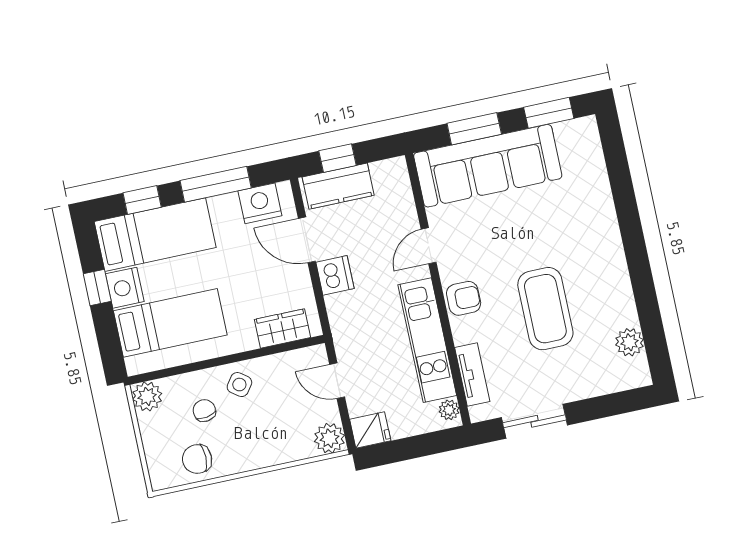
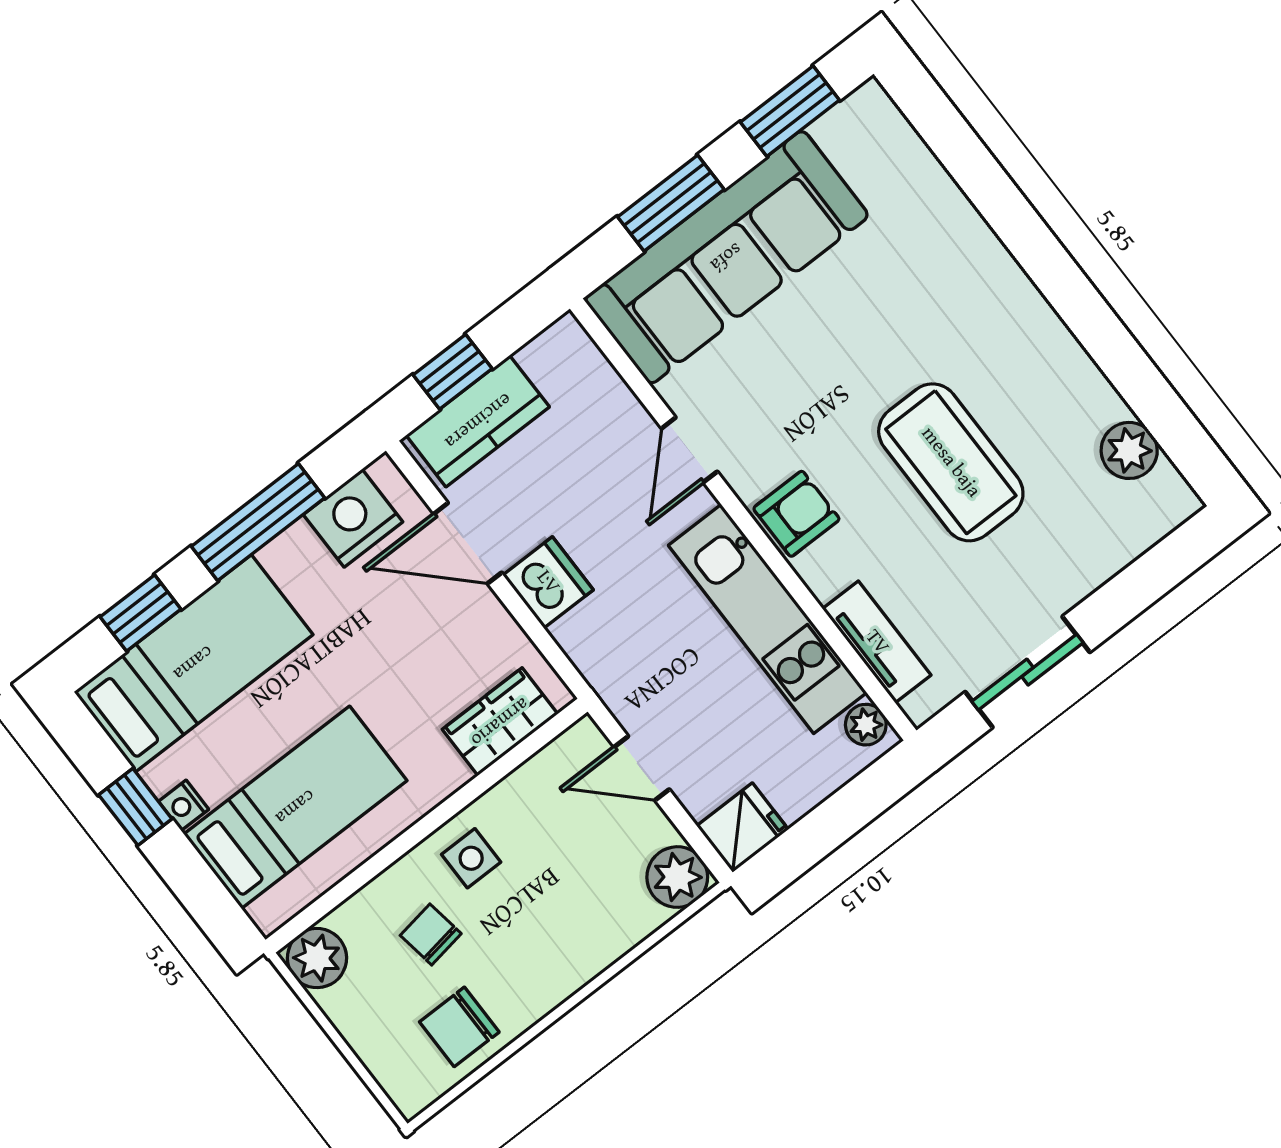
nightstand: (125, 288) -> (184, 805), width x0.53, depth x0.56
side table: (239, 385) -> (471, 858), turned -36

